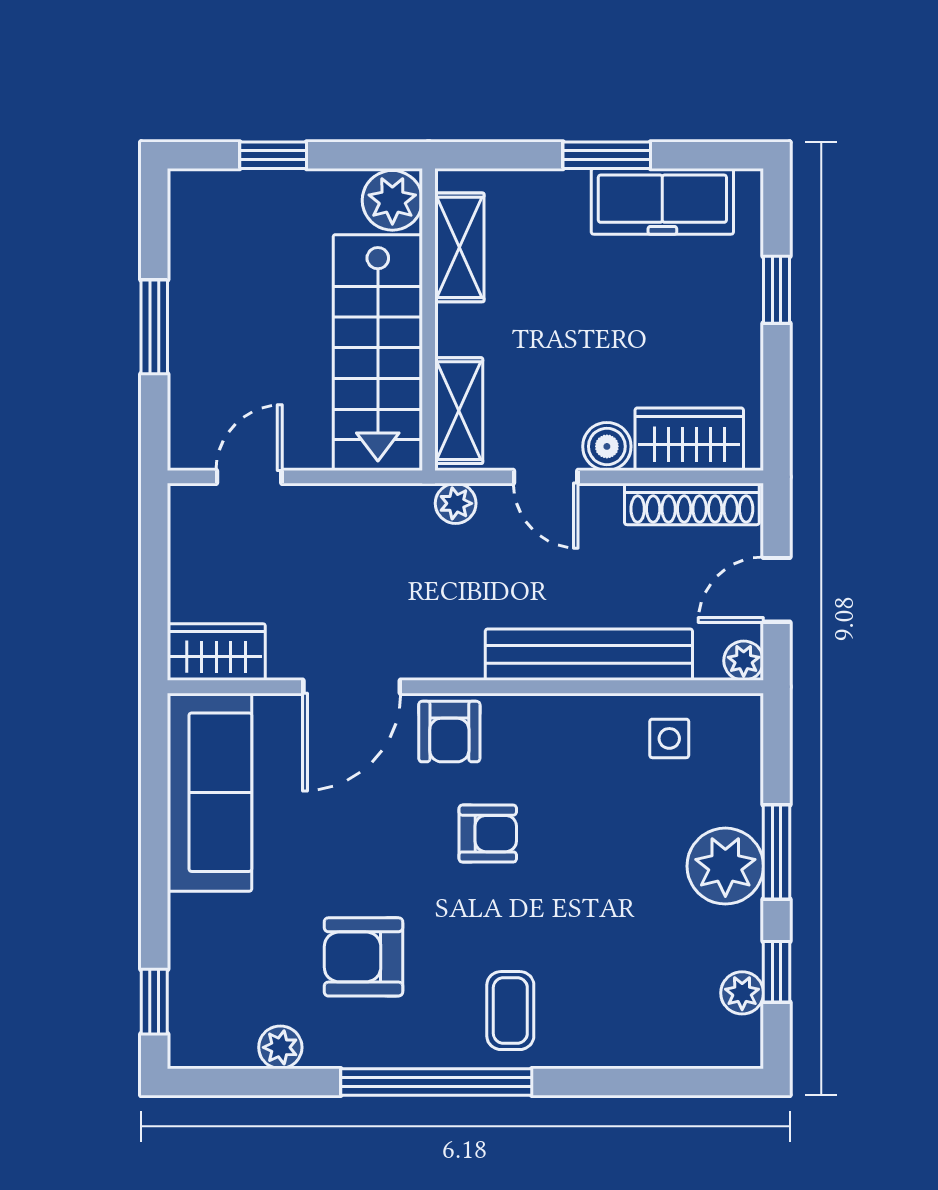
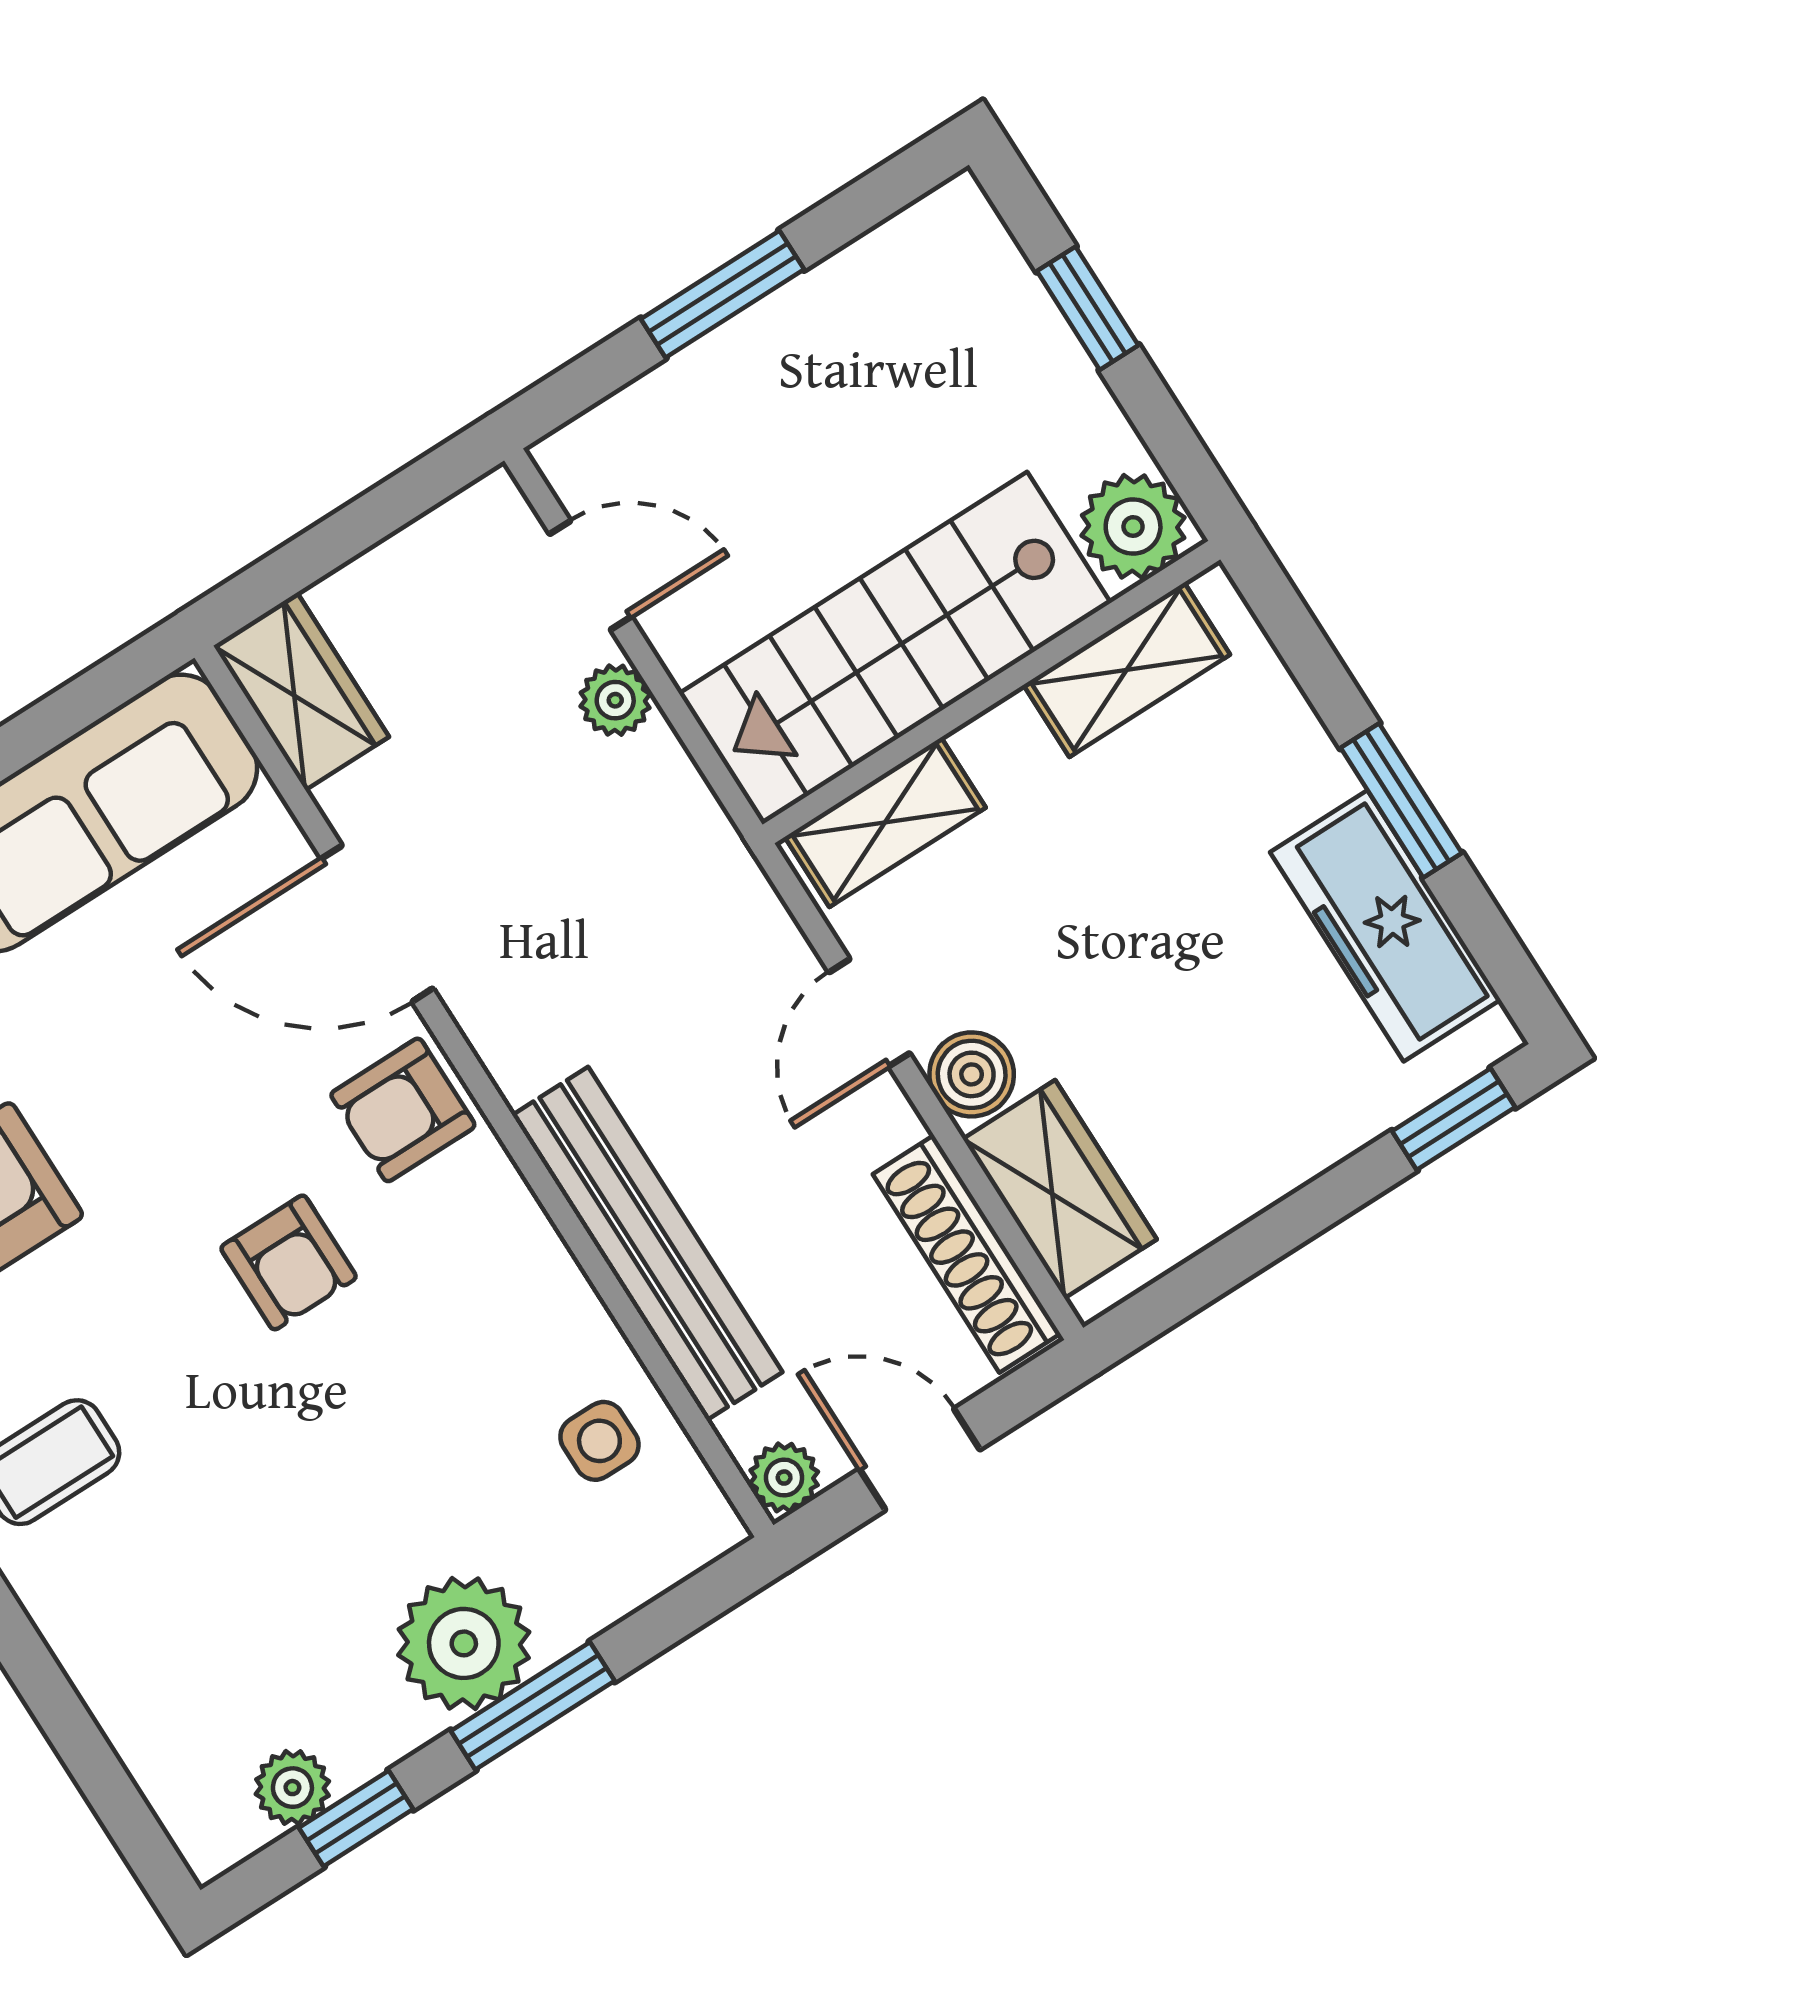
window: (777, 290) -> (1454, 1119), moved
plant: (456, 503) -> (615, 700), moved

